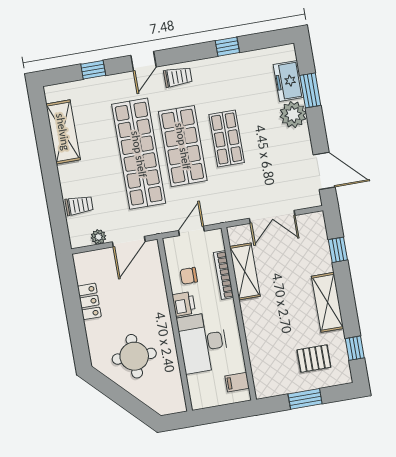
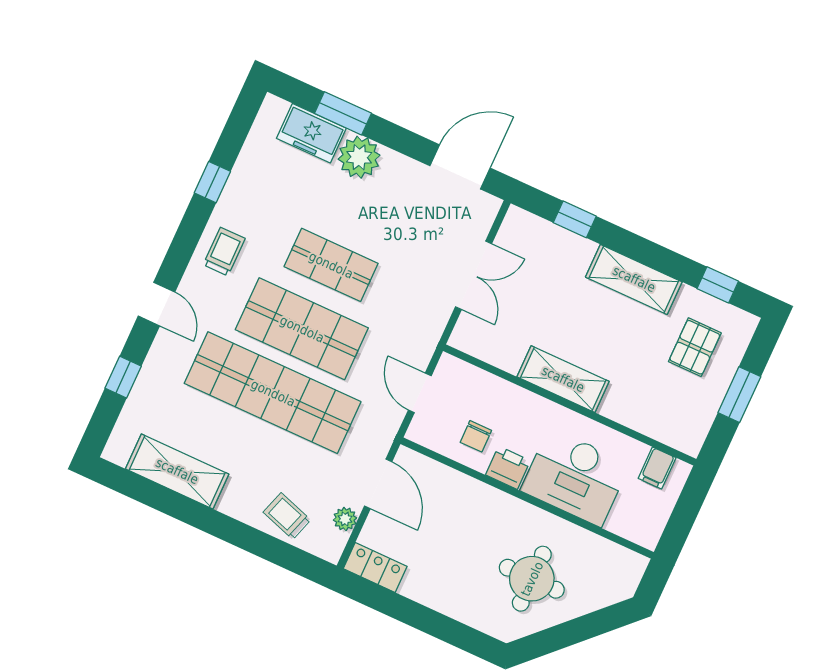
trolley: (178, 77) -> (224, 252), moved
trolley: (79, 205) -> (287, 516), turned -72
shelving: (245, 271) -> (563, 379), moved
bookcase: (224, 275) -> (506, 390), removed
locker: (89, 301) -> (375, 567), moved

